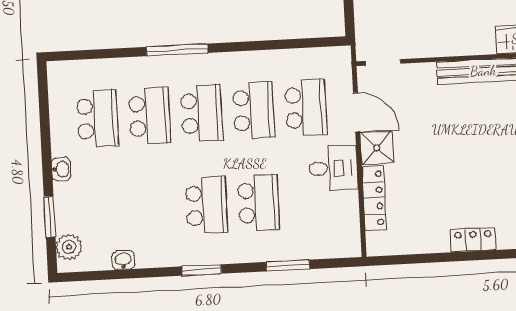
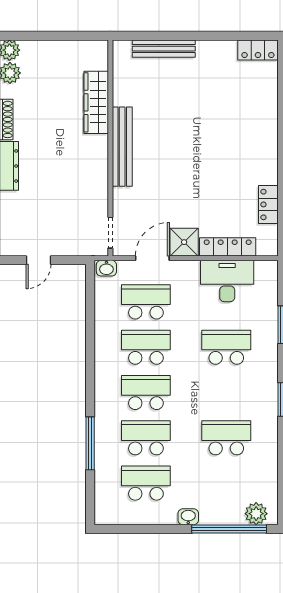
window: (177, 50) -> (90, 443), moved
desk: (333, 168) -> (227, 281), moved, width x1.37
school desk: (206, 205) -> (226, 438), moved
window: (50, 217) -> (229, 529), width x2.11
locker: (473, 240) -> (268, 204), moved
washbasin: (123, 260) -> (106, 268), moved, turned -90

